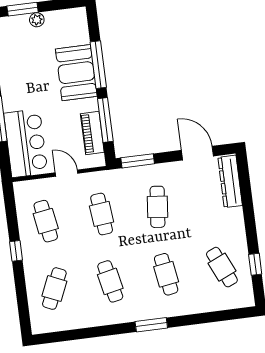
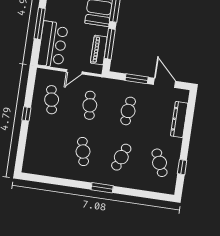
window: (138, 161) -> (137, 79), moved
door: (67, 173) -> (74, 72), swing flipped
dresser: (230, 181) -> (179, 119), moved
cafe table: (166, 274) -> (121, 157), turned 30
cafe table: (54, 289) -> (45, 146), removed

